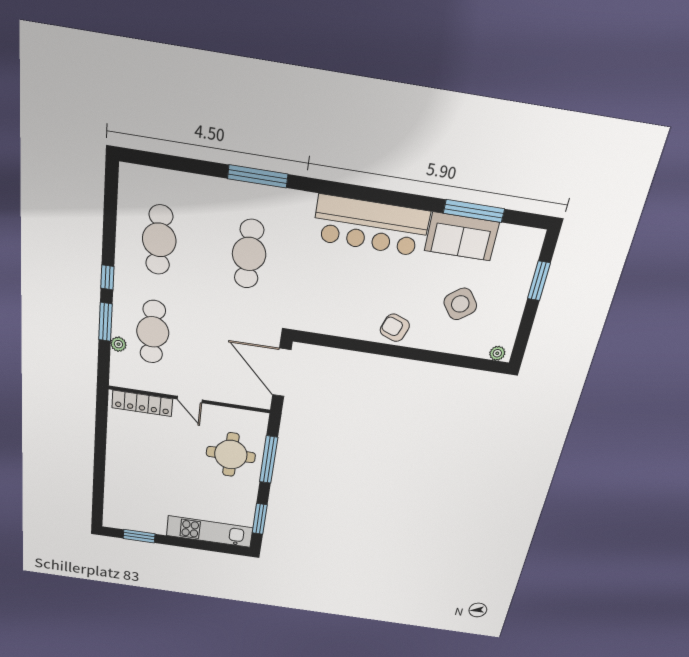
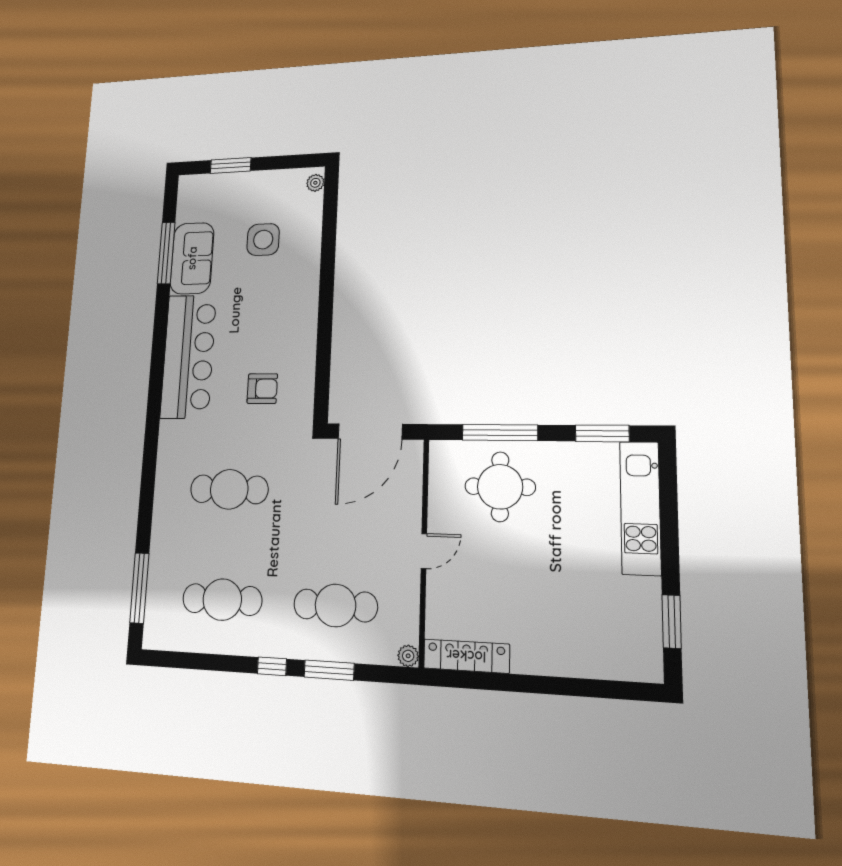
window: (258, 176) -> (139, 588), moved
side table: (460, 304) -> (263, 240), turned 37
armchair: (395, 328) -> (262, 389), moved, turned -110
plant: (118, 344) -> (408, 656), moved
locker: (142, 403) -> (466, 656), moved, turned -90

